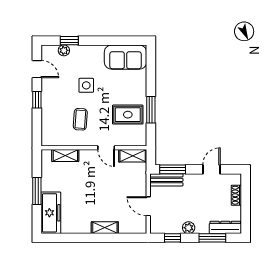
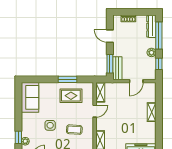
rug: (128, 115) -> (71, 96), turned 90
window: (212, 238) -> (159, 36), width x1.44

